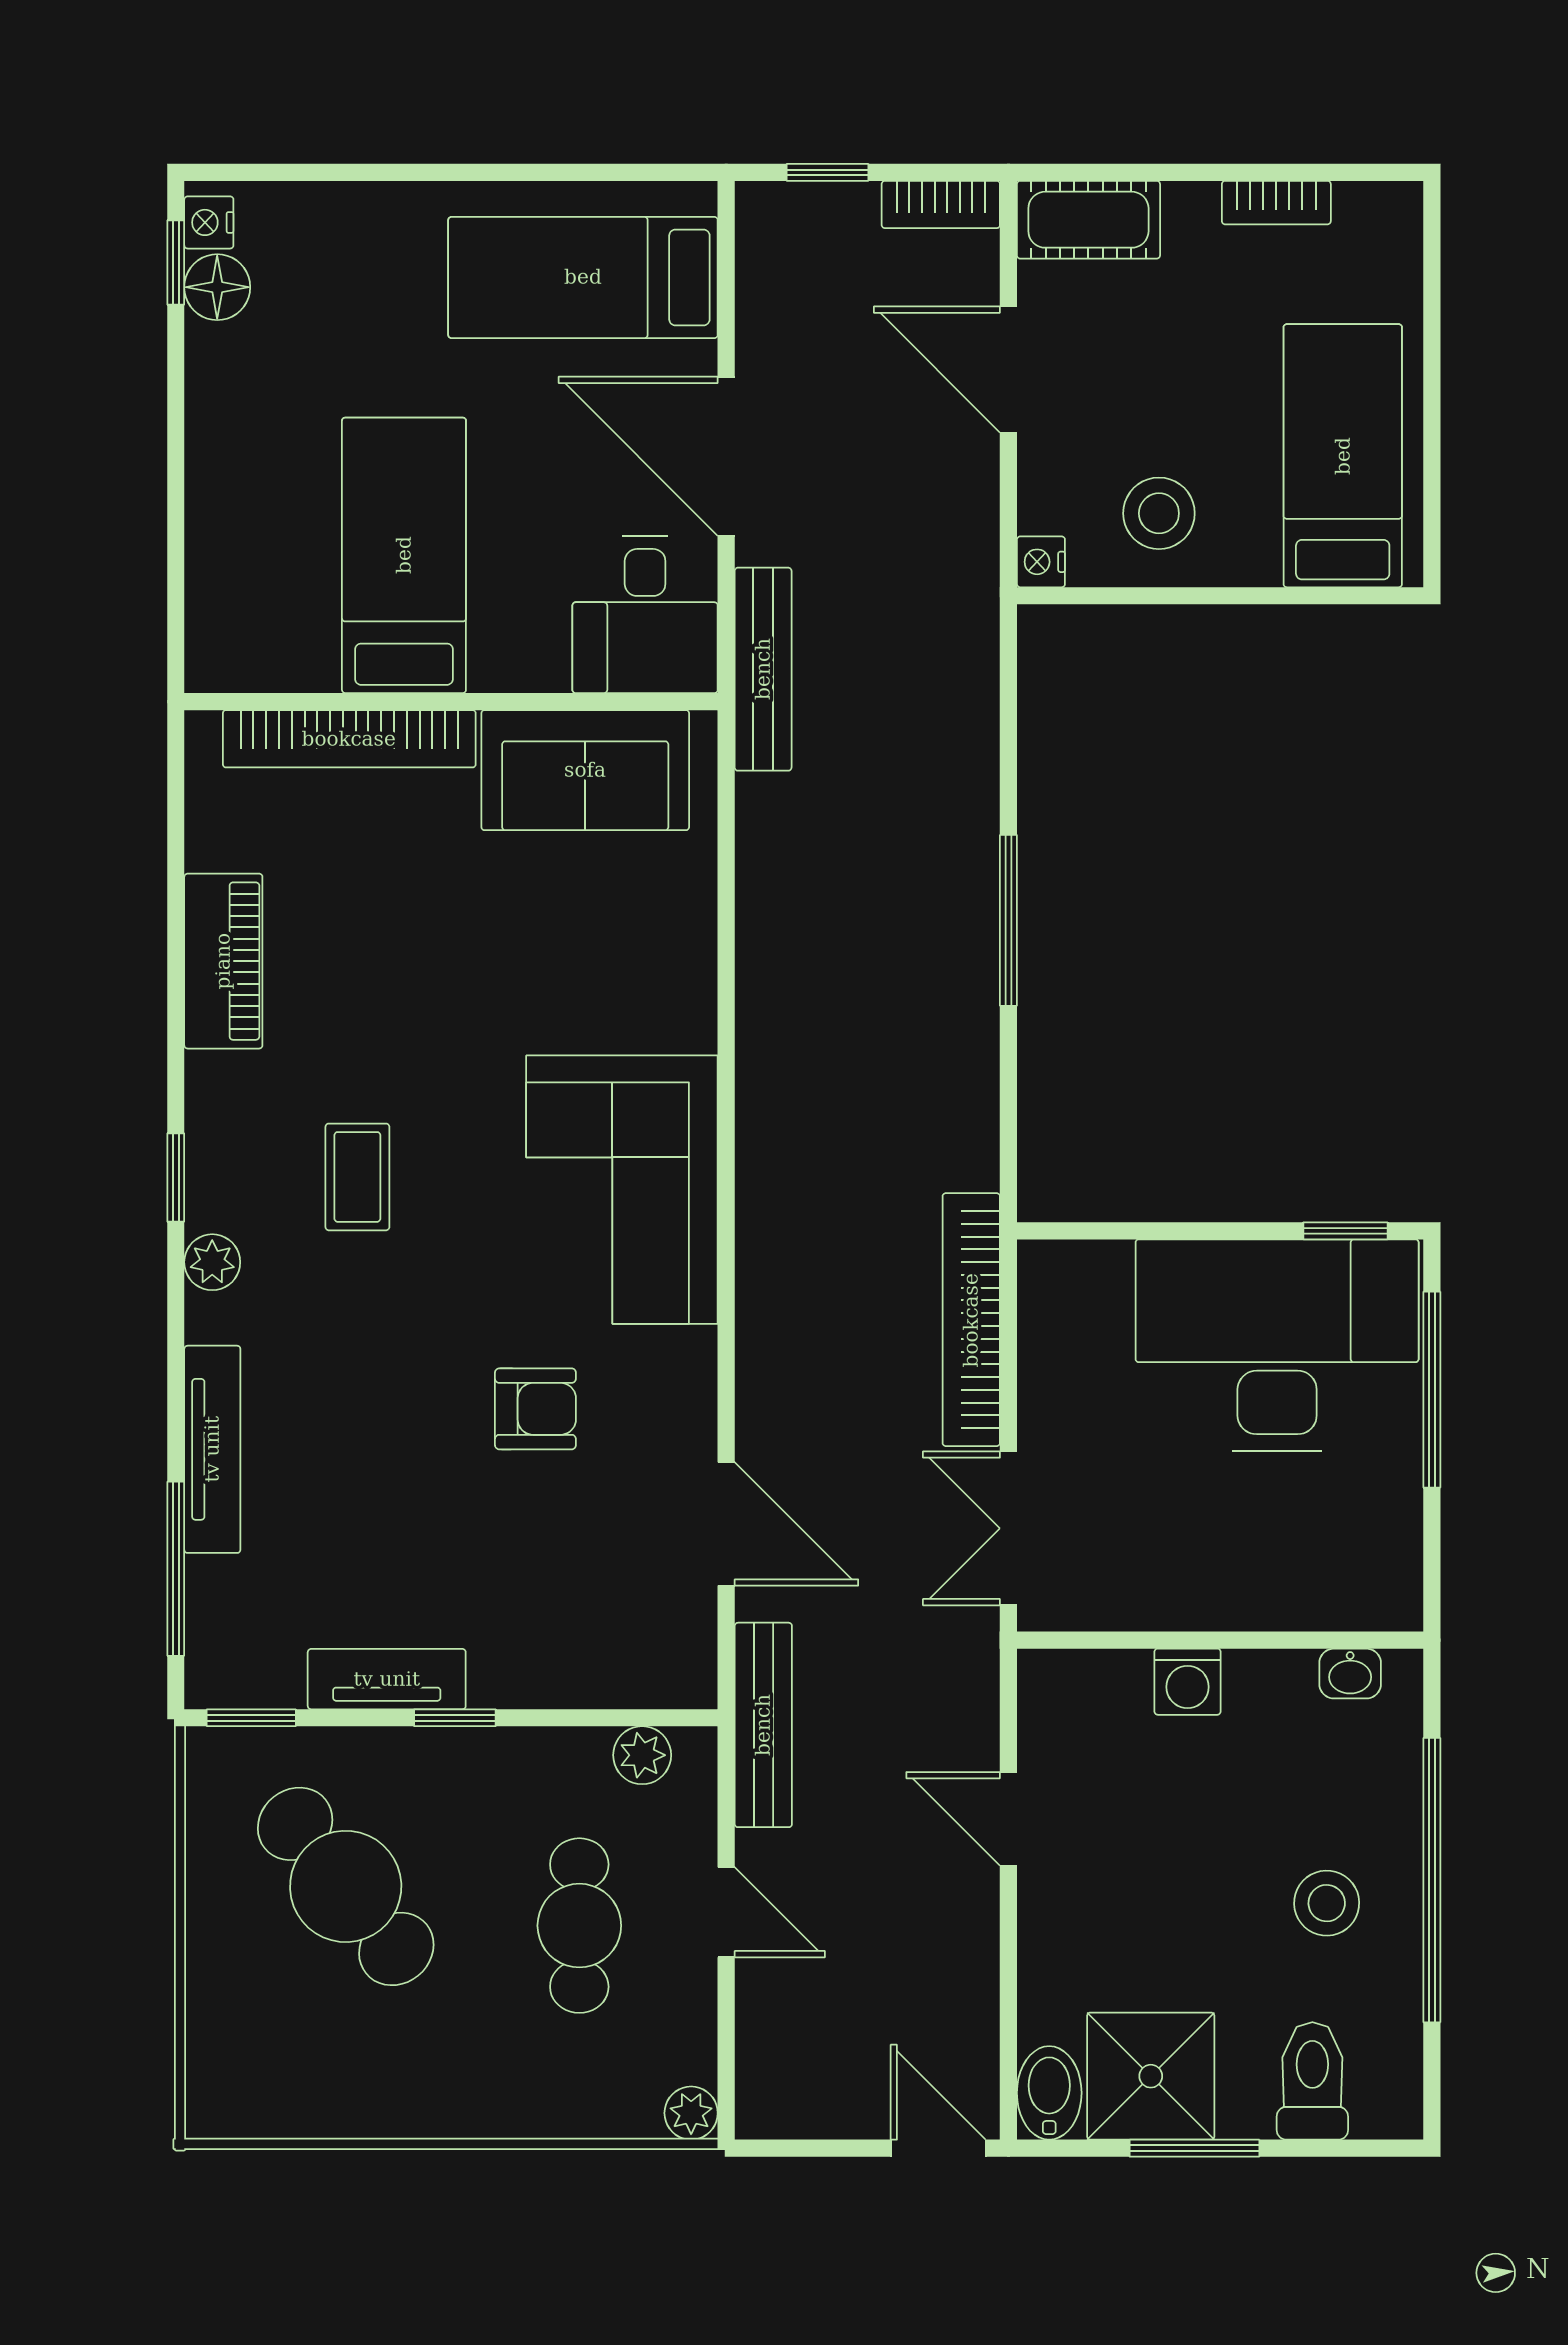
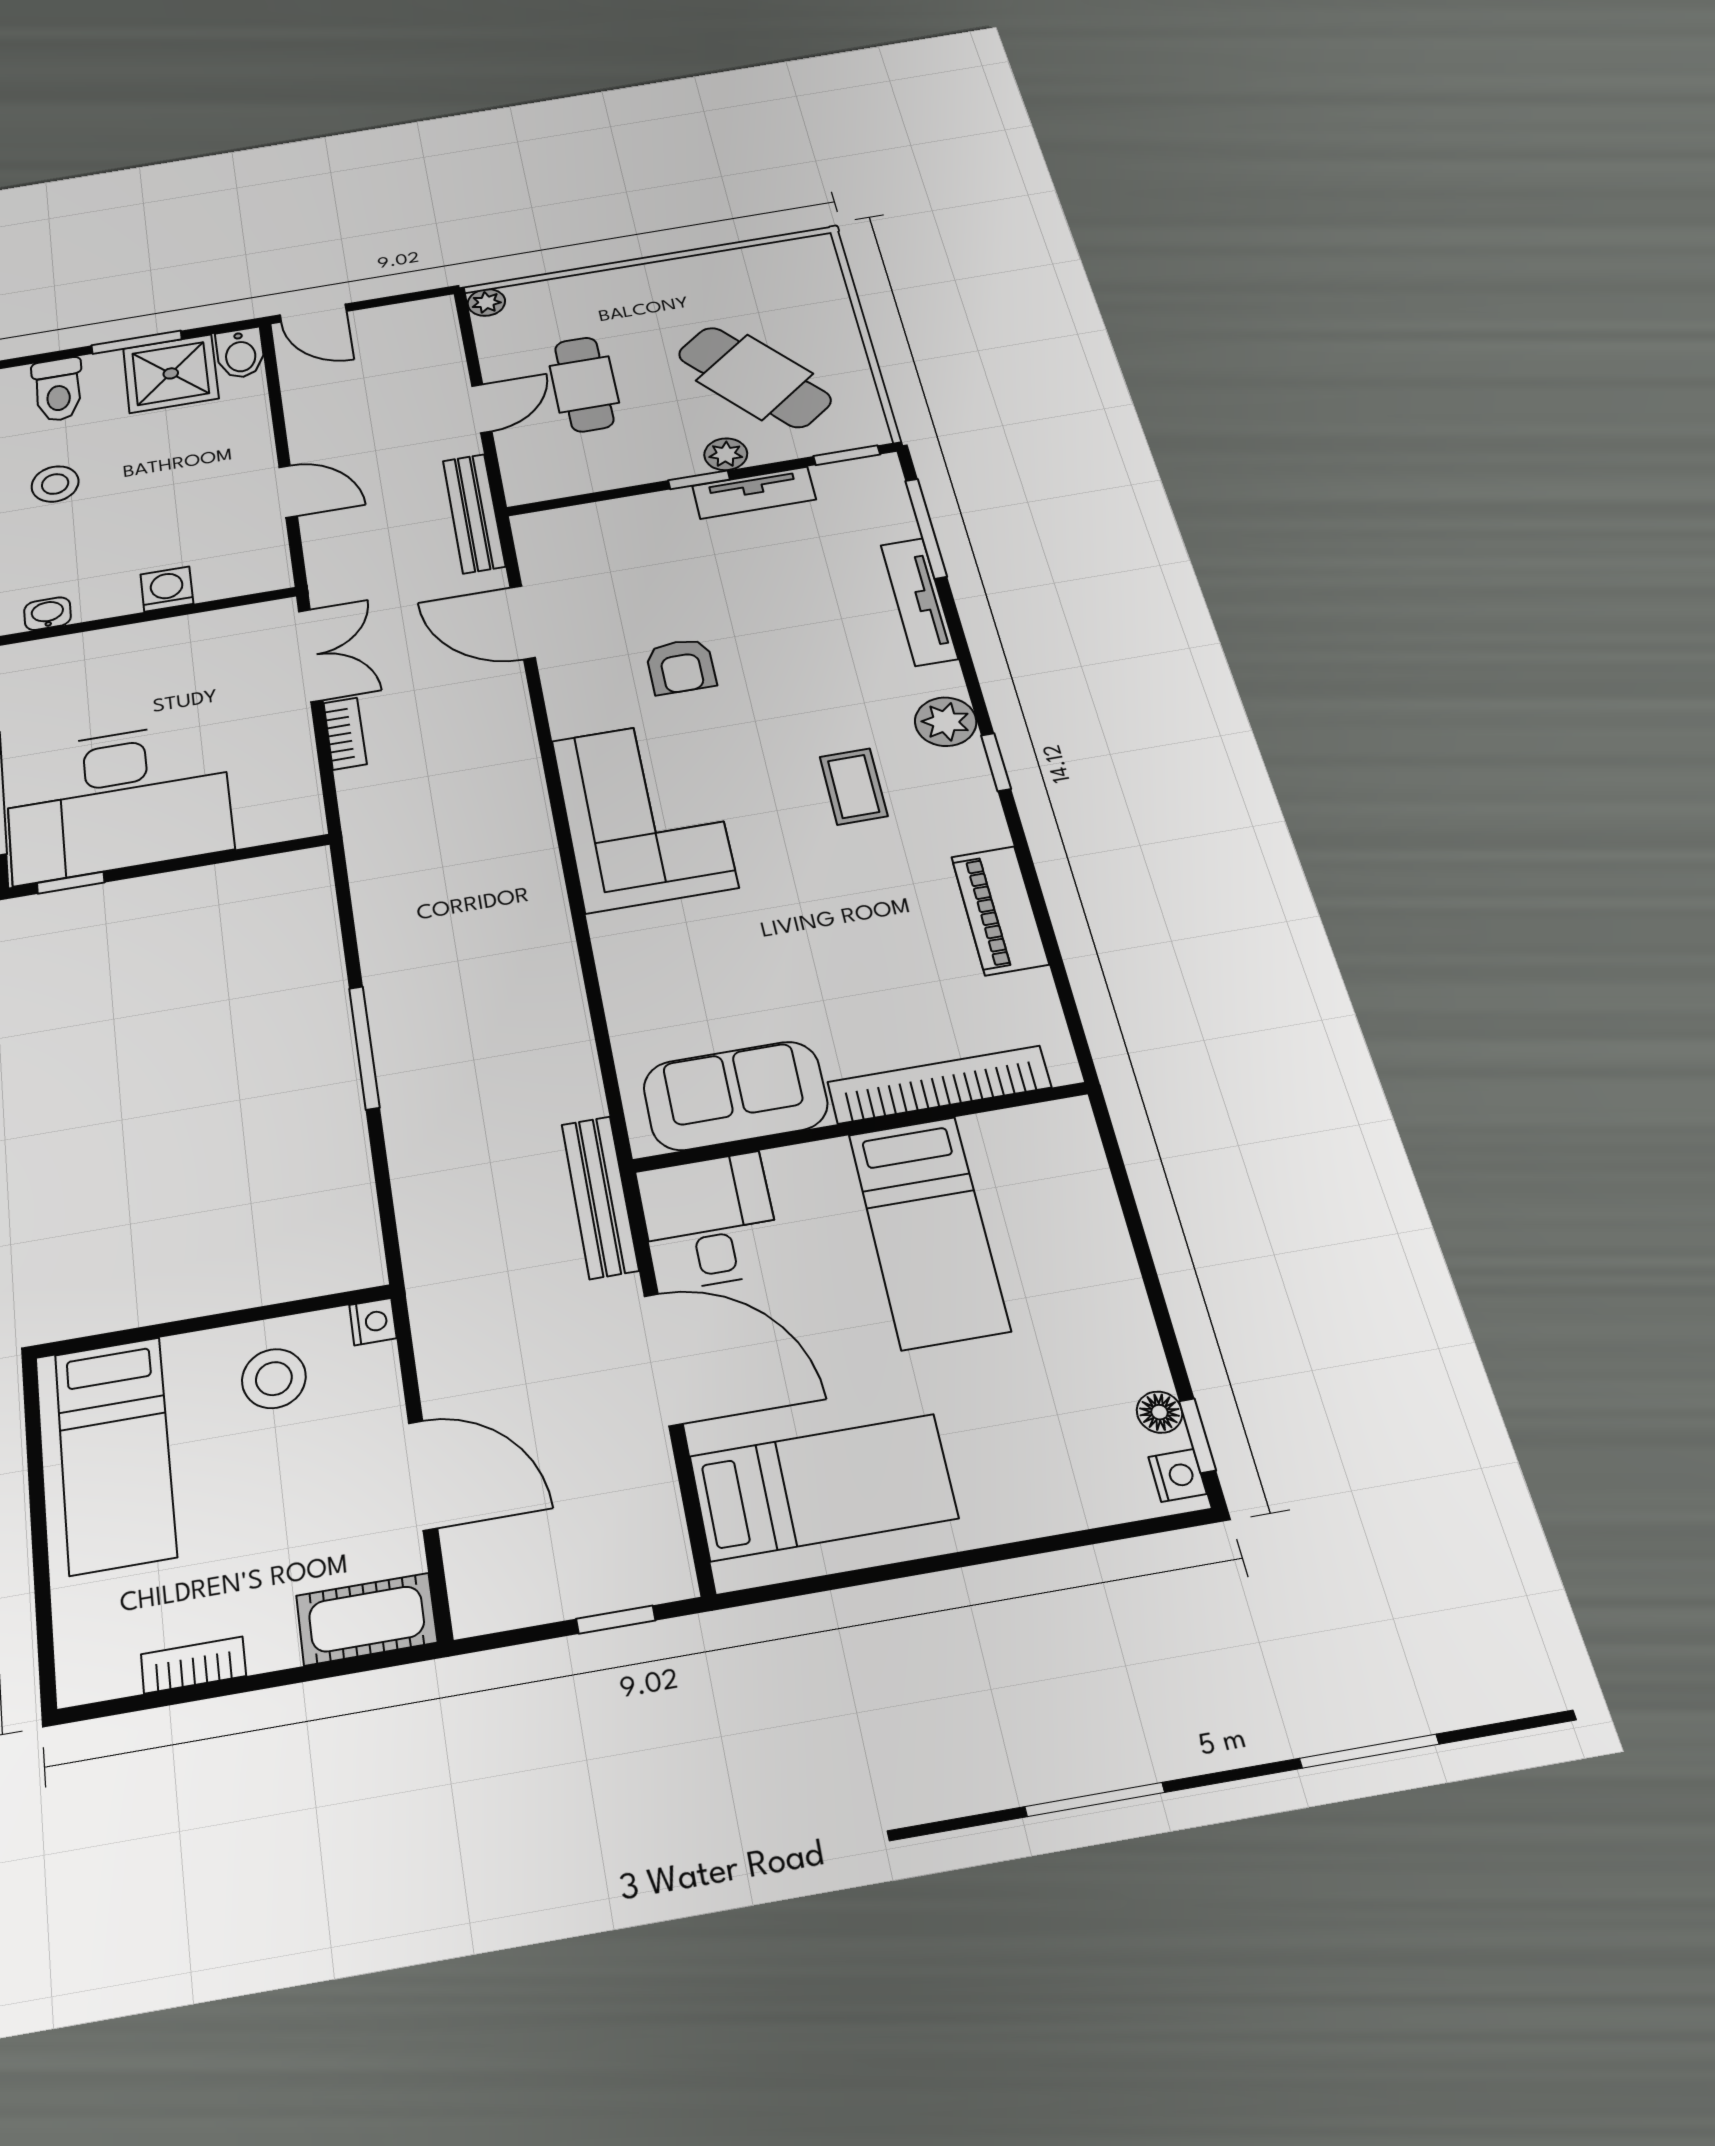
bookcase: (941, 204) -> (506, 1609), removed
floor lamp: (217, 287) -> (1159, 1412), width x0.73, depth x0.73
plant: (212, 1262) -> (946, 722), width x1.38, depth x1.38
bookcase: (971, 1320) -> (345, 734), width x0.43, depth x0.76
armchair: (535, 1409) -> (681, 666), turned -90
plant: (642, 1755) -> (726, 454), moved
door: (726, 1912) -> (482, 408), swing flipped

